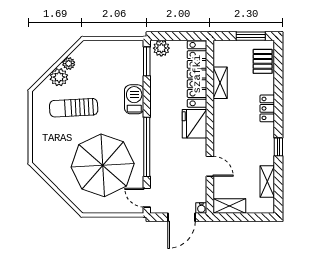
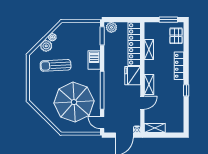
locker: (267, 108) -> (179, 66), width x1.53
door: (210, 166) -> (142, 103), hinge flipped
shelving: (267, 181) -> (149, 85), moved

